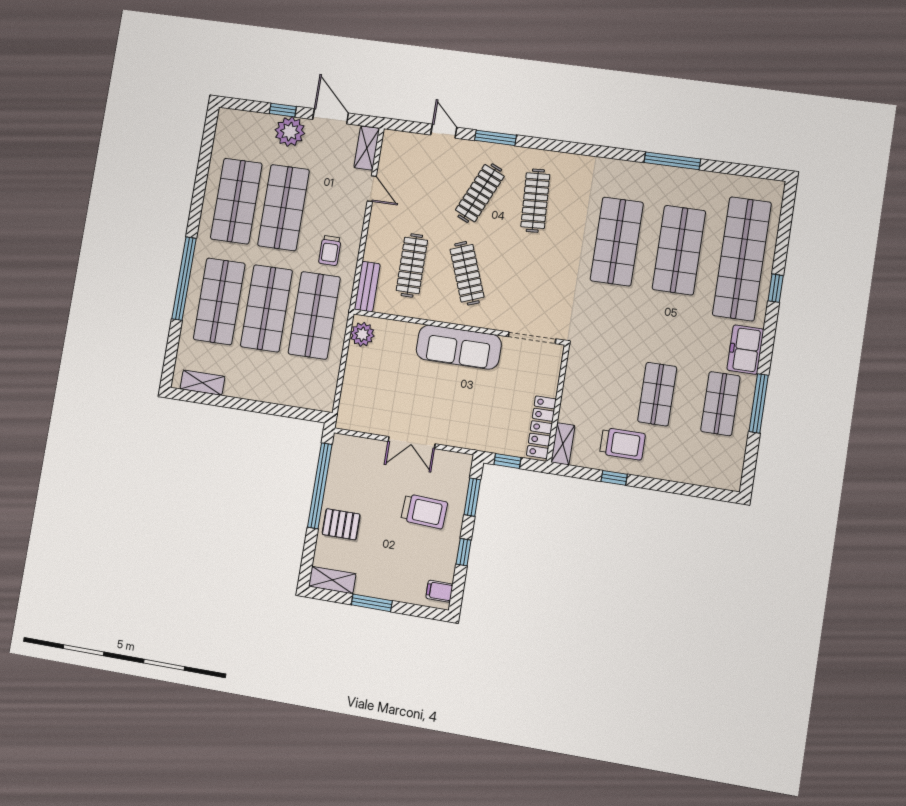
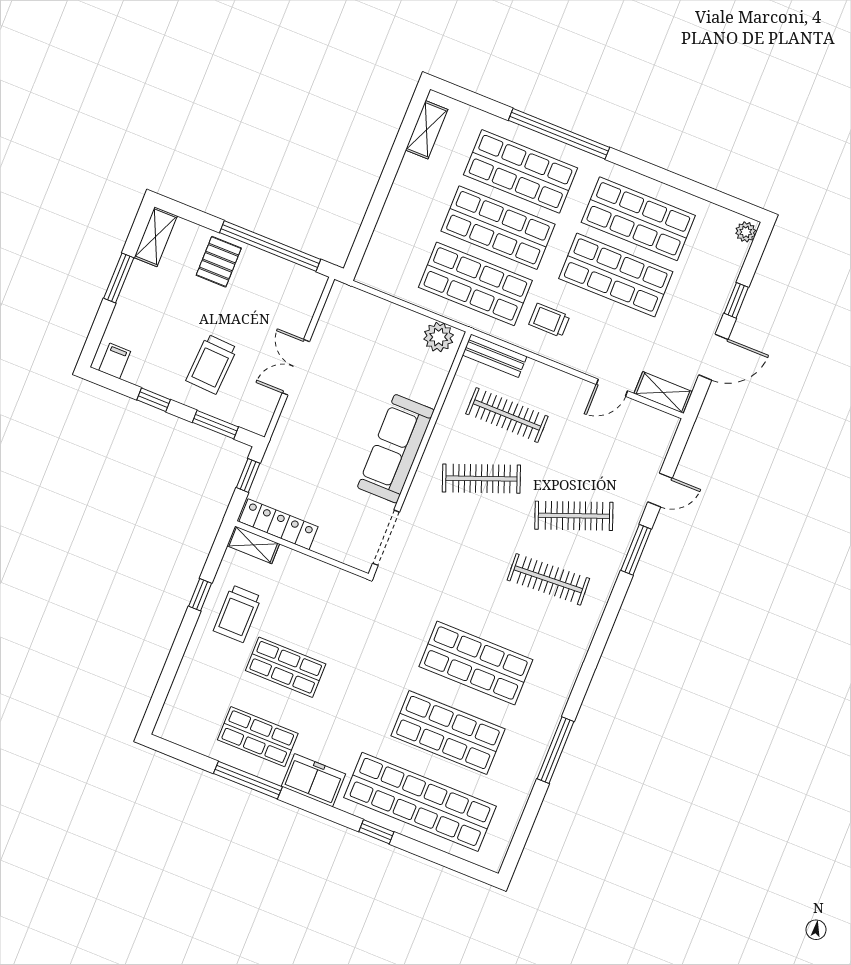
plant: (290, 132) -> (746, 232), moved, width x0.53, depth x0.53
clothes rail: (480, 193) -> (574, 516), turned -45

